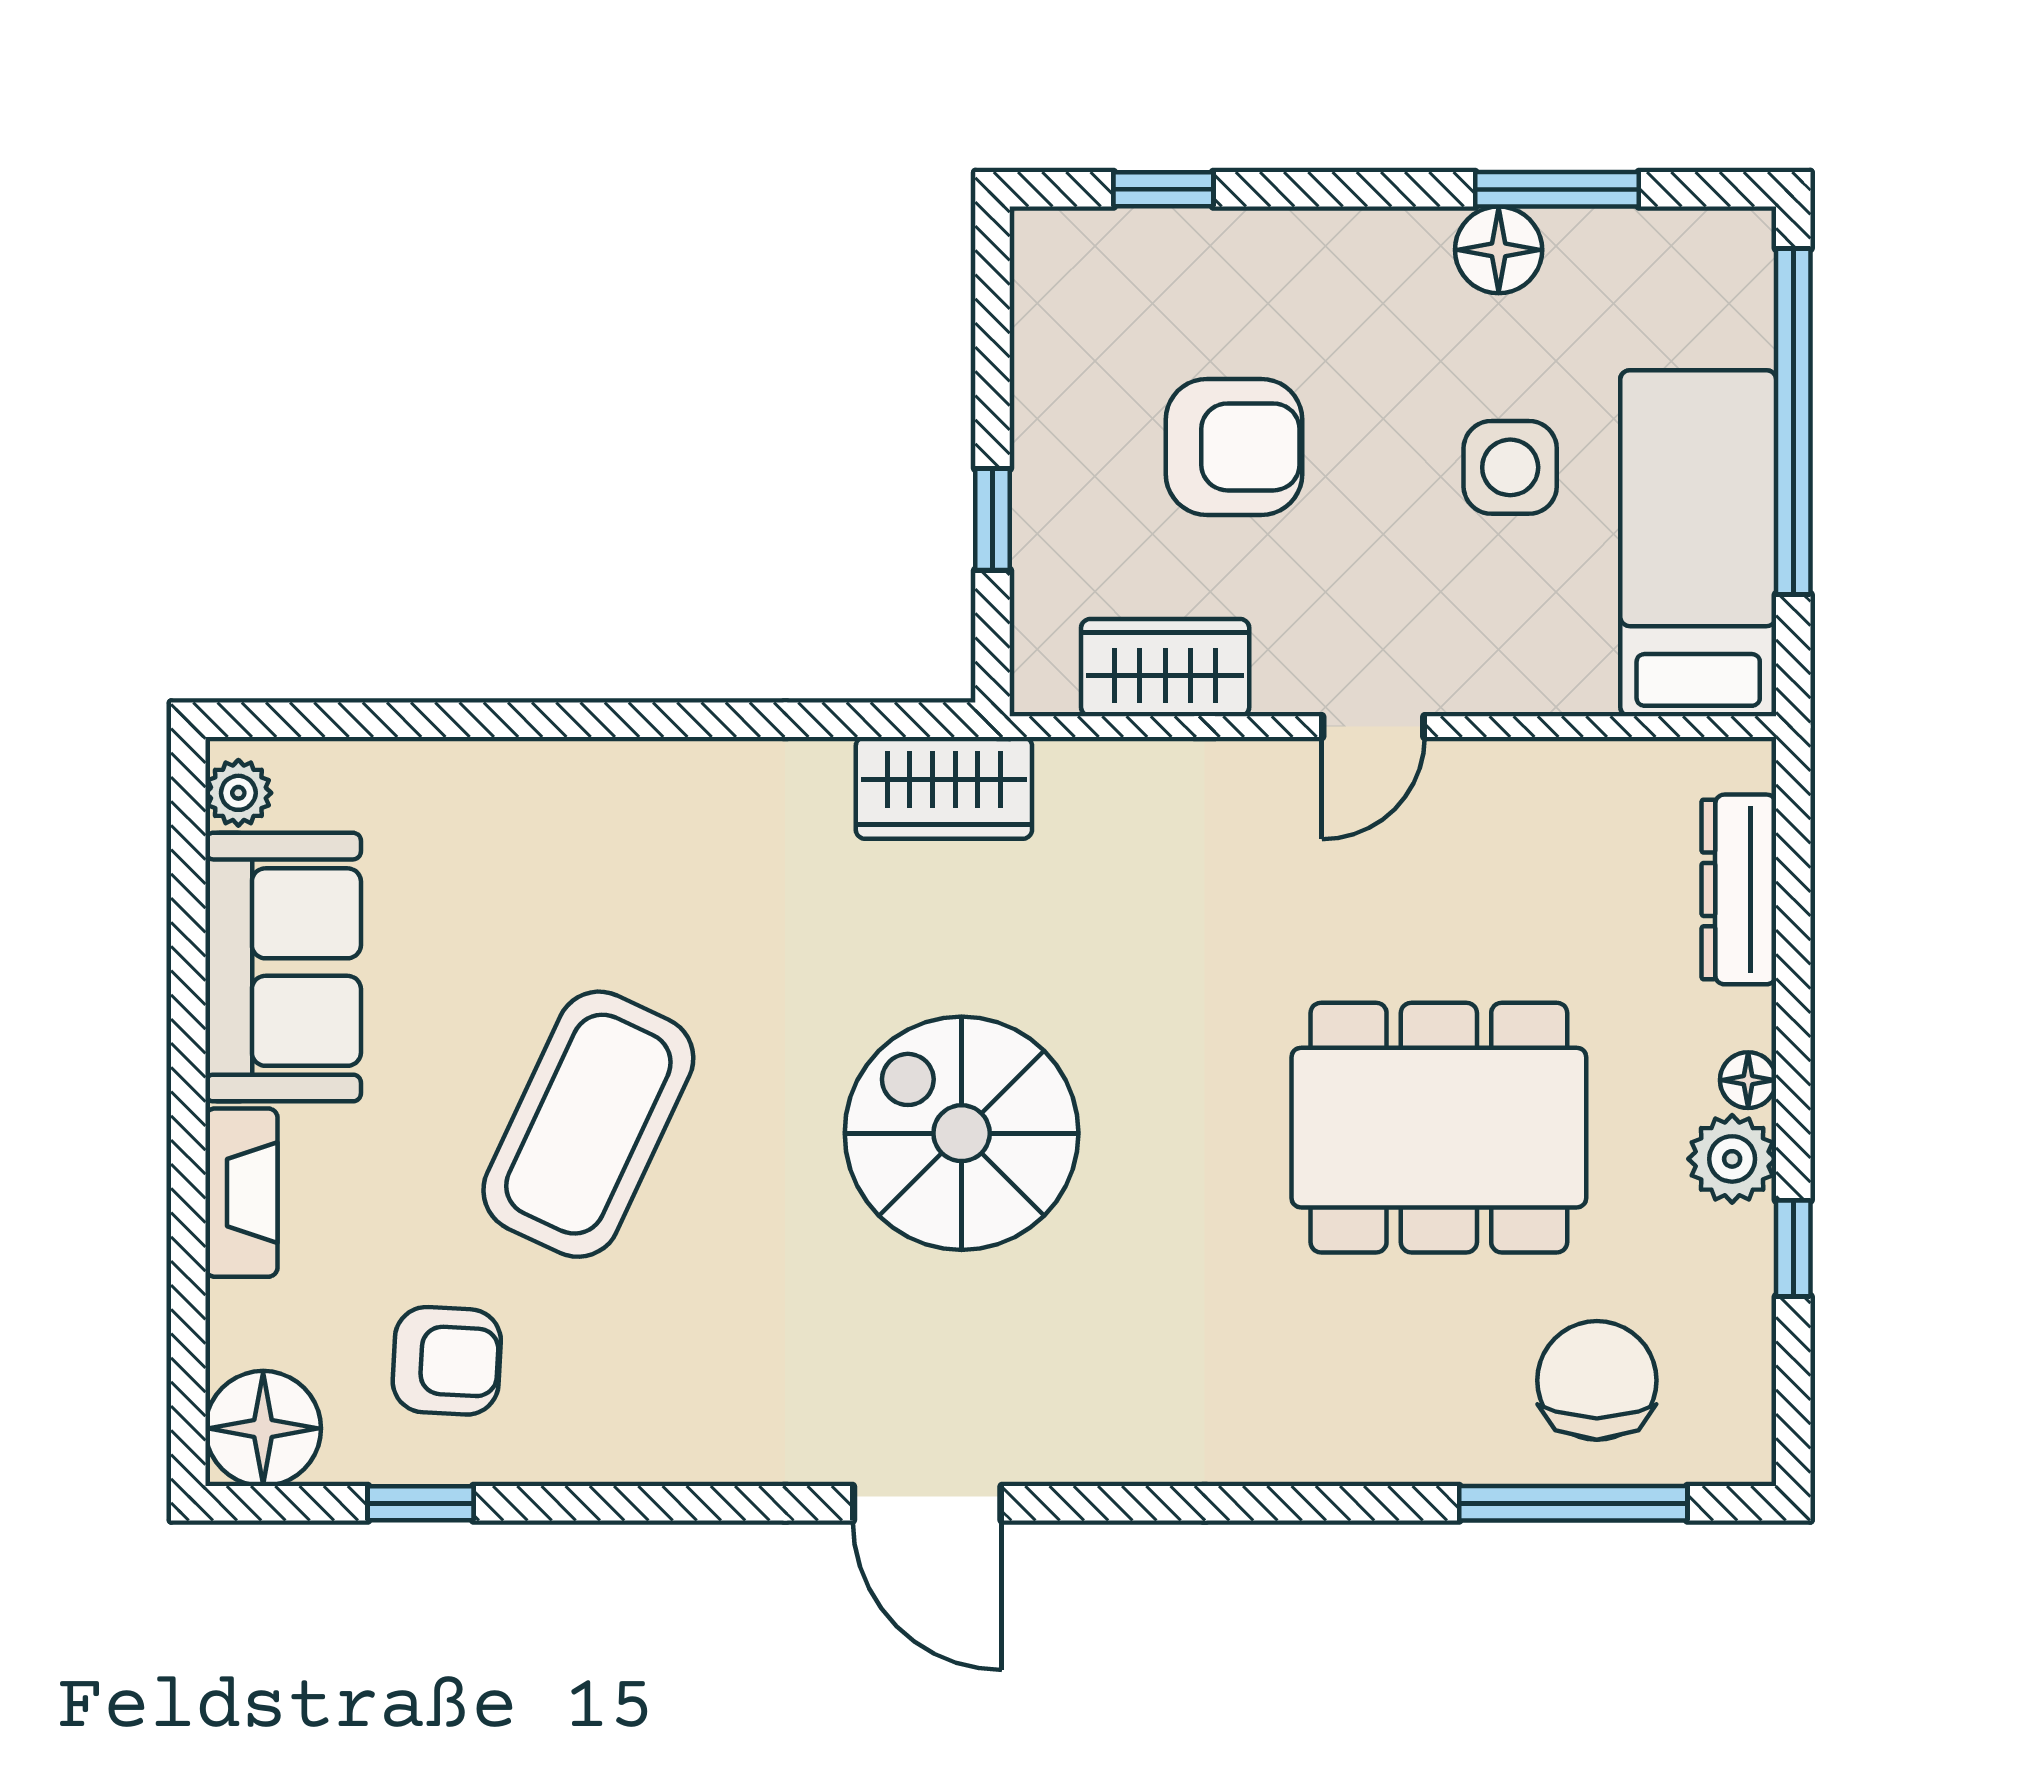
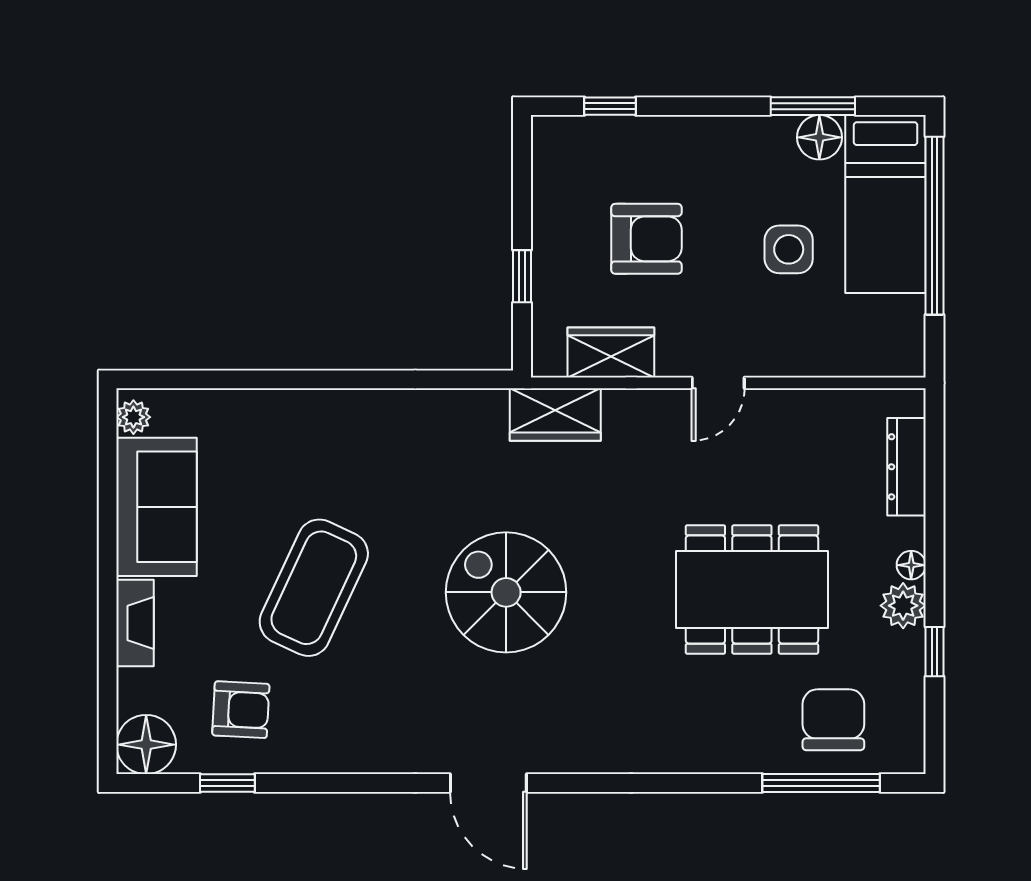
floor lamp: (1499, 250) -> (819, 137), moved
bed: (1698, 543) -> (886, 204), moved, turned 180
wardrobe: (944, 788) -> (555, 414), moved

